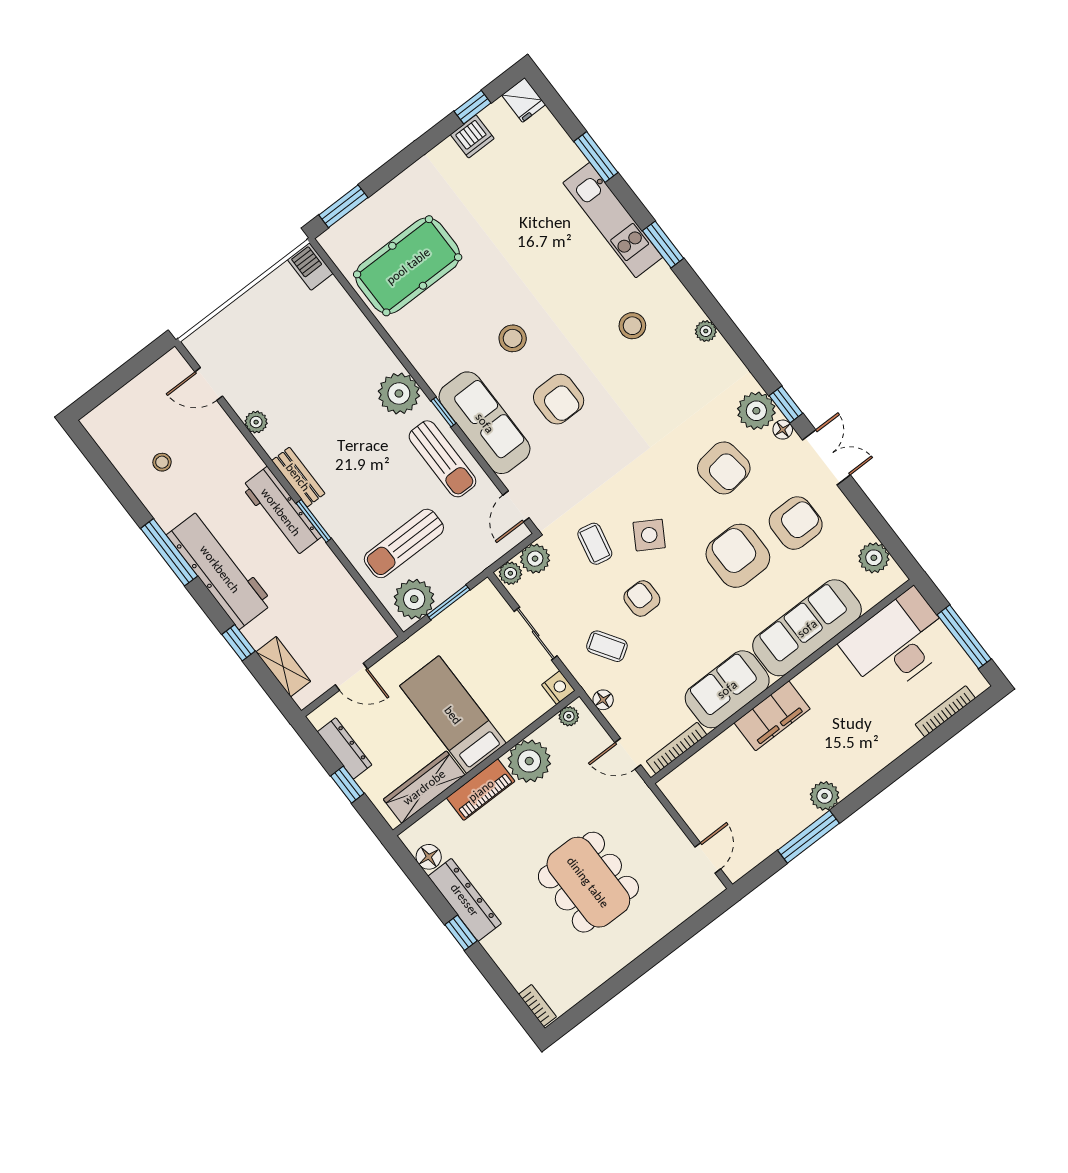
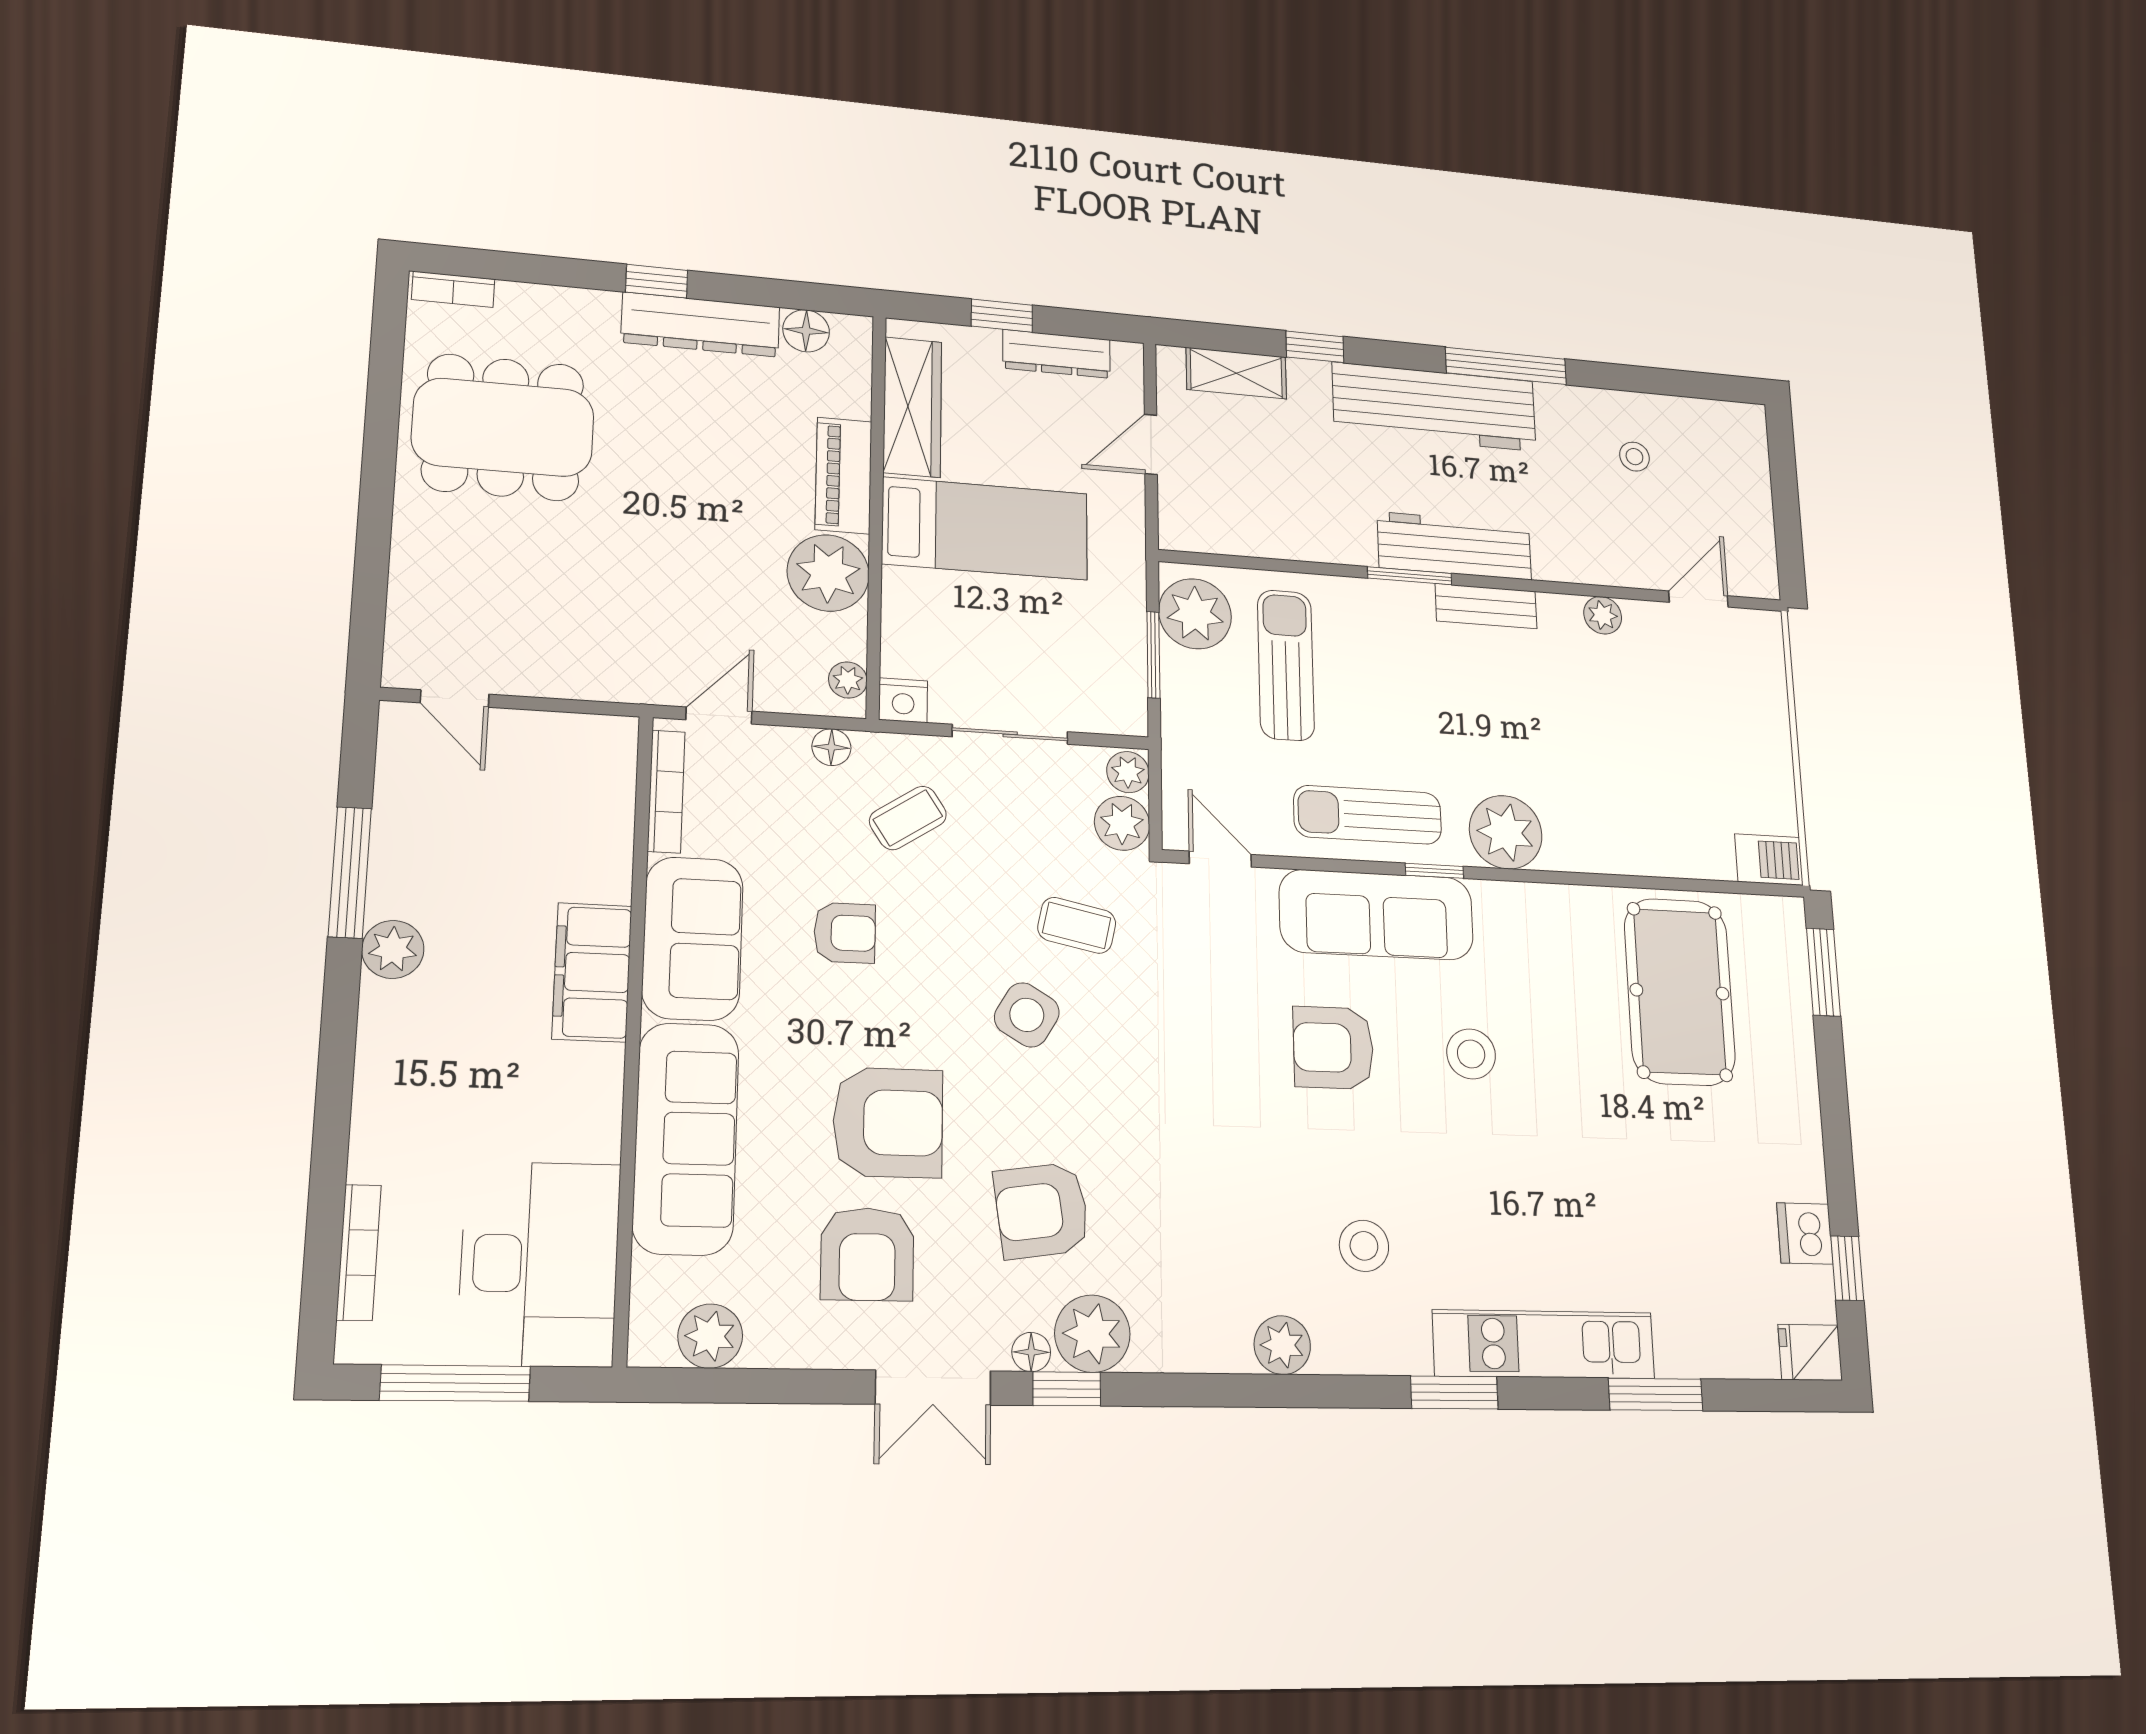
plant: (706, 331) -> (1282, 1345), width x1.38, depth x1.38
armchair: (642, 599) -> (845, 933), moved
dining table: (588, 882) -> (503, 427), moved

